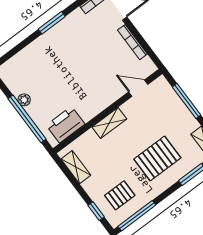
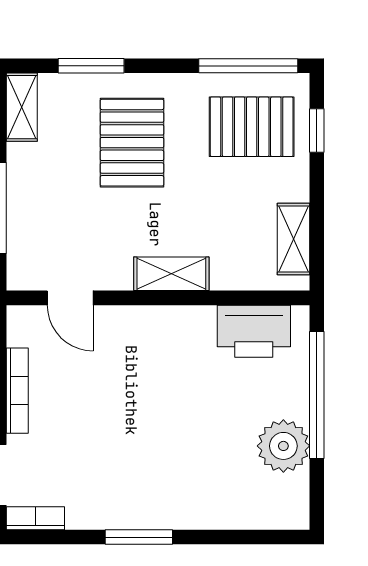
plant: (24, 100) -> (283, 446), width x1.88, depth x1.88
pallet: (157, 158) -> (132, 143), turned 90
pallet: (120, 195) -> (252, 127), width x1.50, depth x1.42

